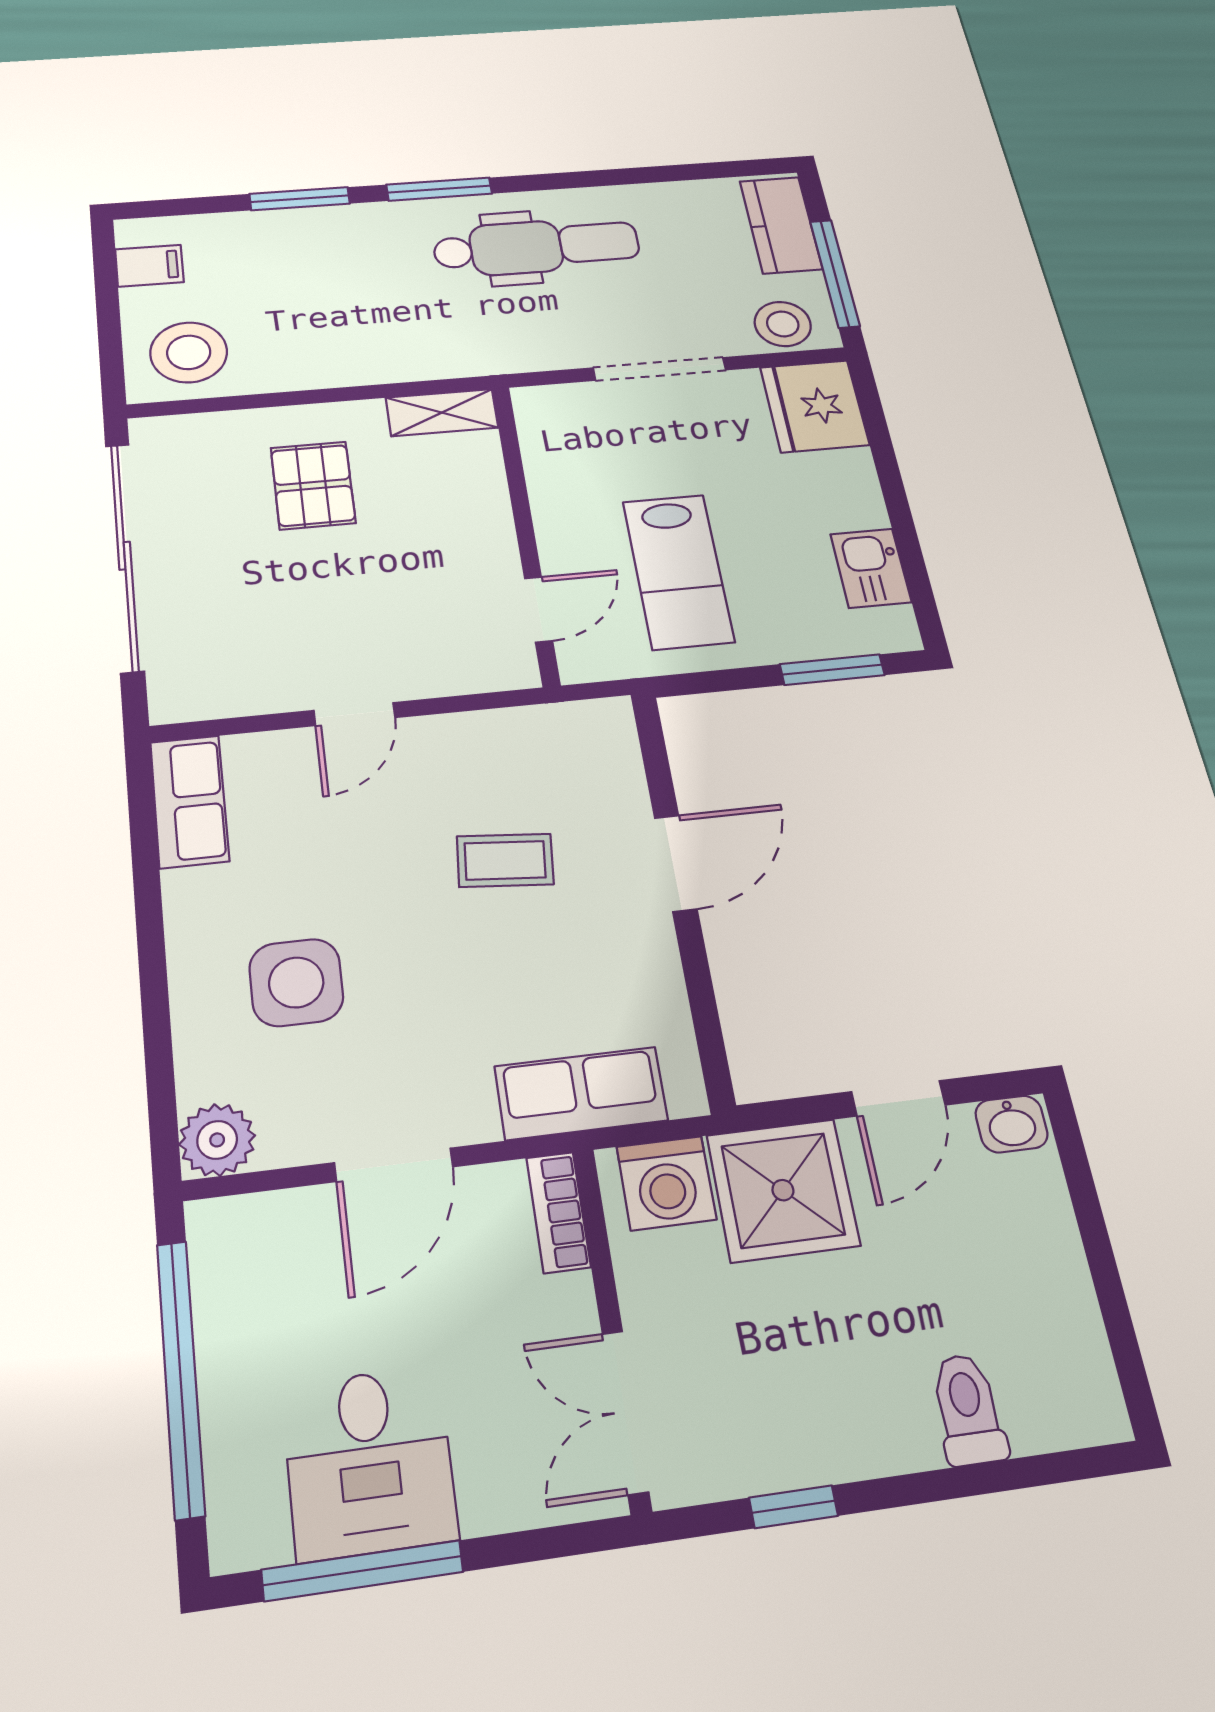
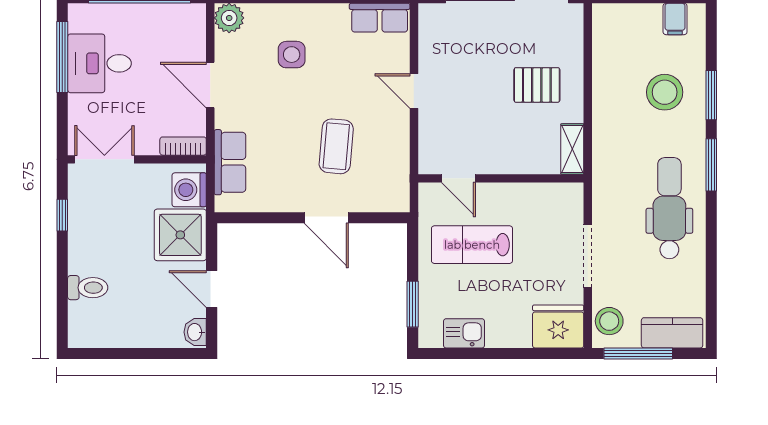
dental chair: (536, 247) -> (669, 208), turned 180
stool: (189, 352) -> (665, 92), moved
coffee table: (505, 860) -> (336, 146), width x1.36, depth x1.30
side table: (296, 982) -> (292, 55), width x0.73, depth x0.73

